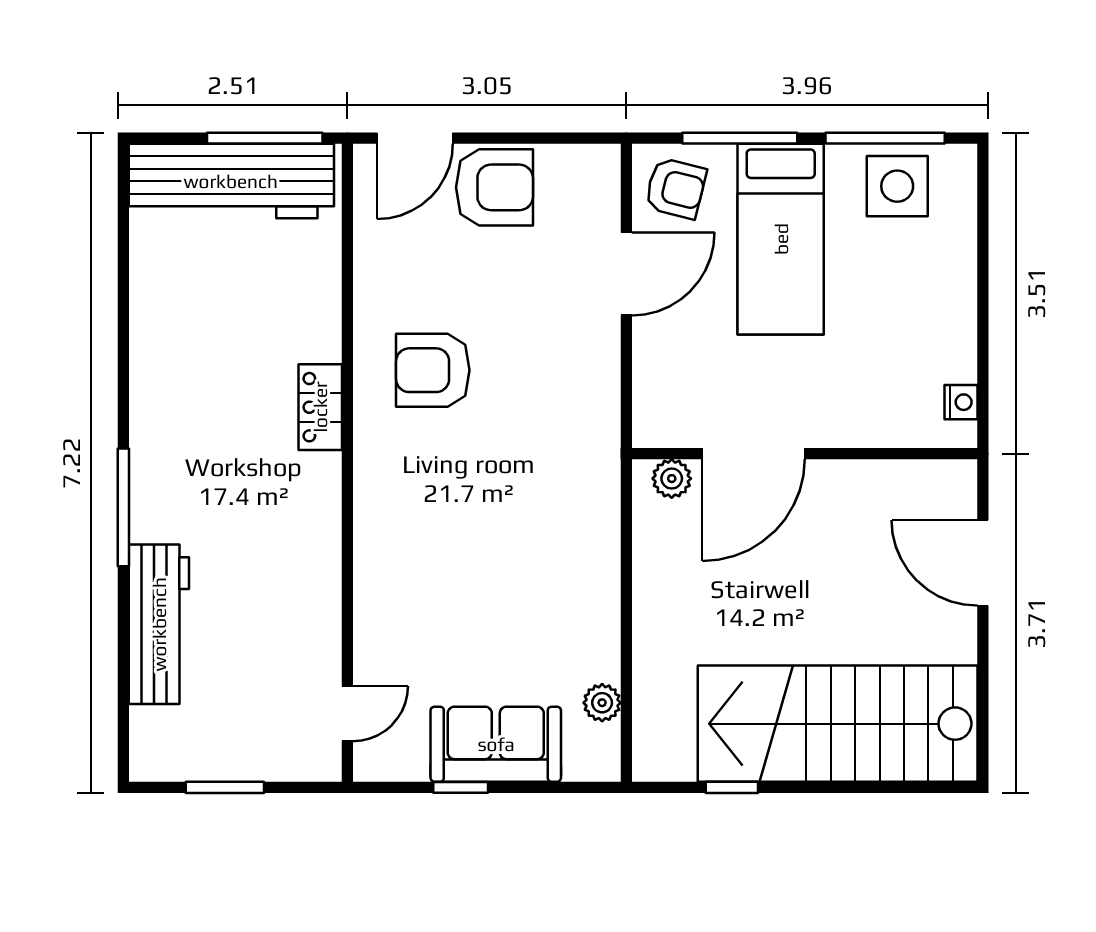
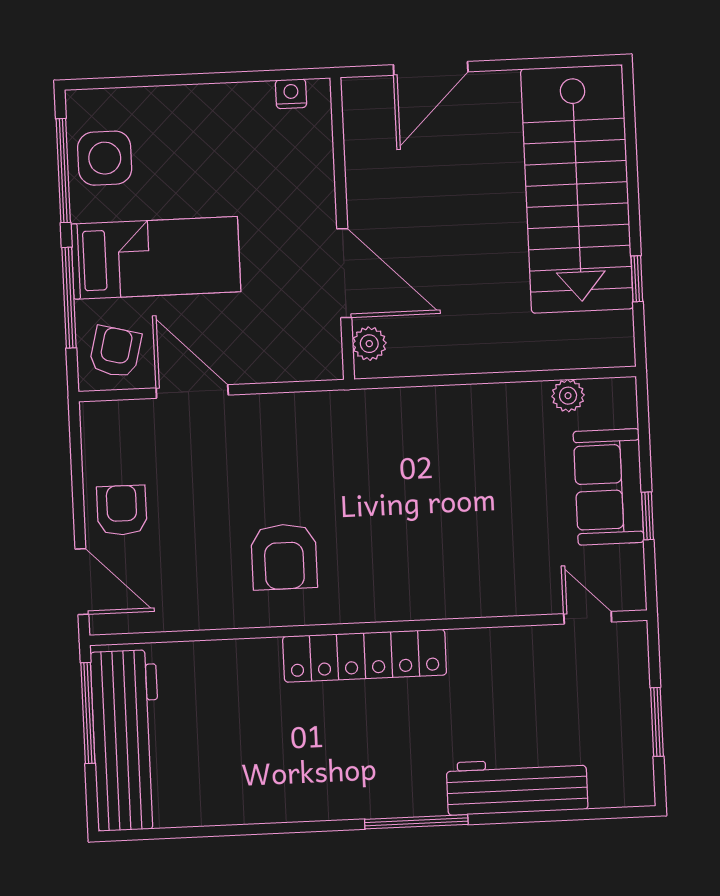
armchair: (494, 187) -> (122, 510), width x0.72, depth x0.72
locker: (320, 407) -> (365, 656), width x2.16, depth x1.21

